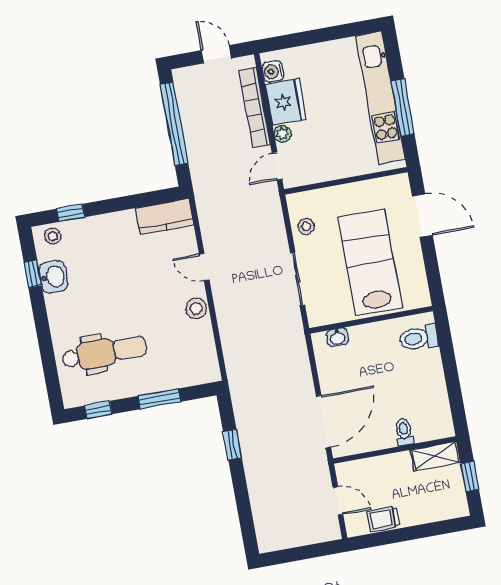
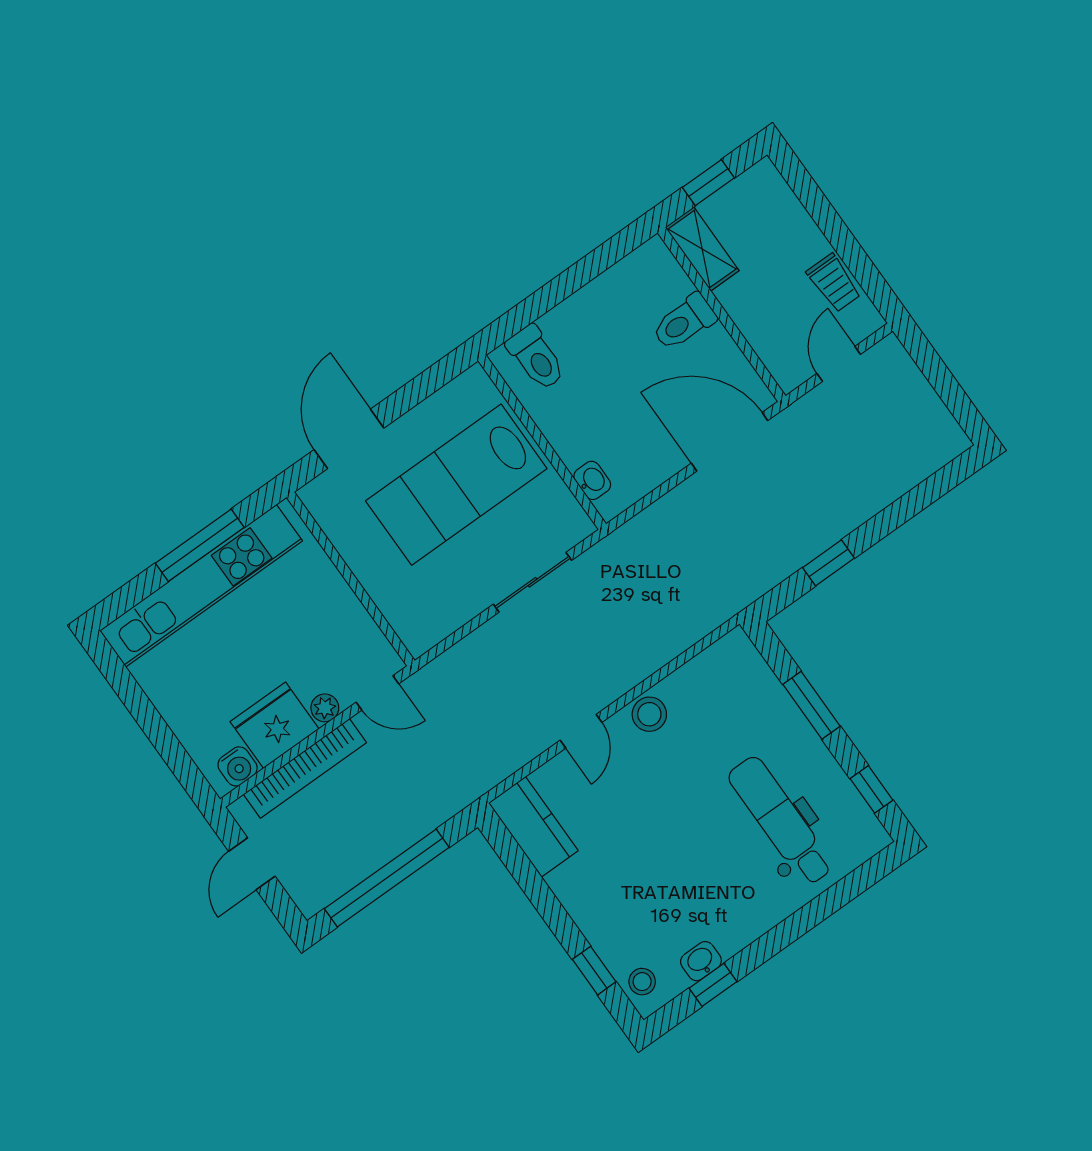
stool: (306, 226) -> (448, 606), removed
washbasin: (53, 277) -> (701, 961), width x0.72, depth x0.69
toilet: (404, 432) -> (684, 322), width x1.37, depth x1.39

